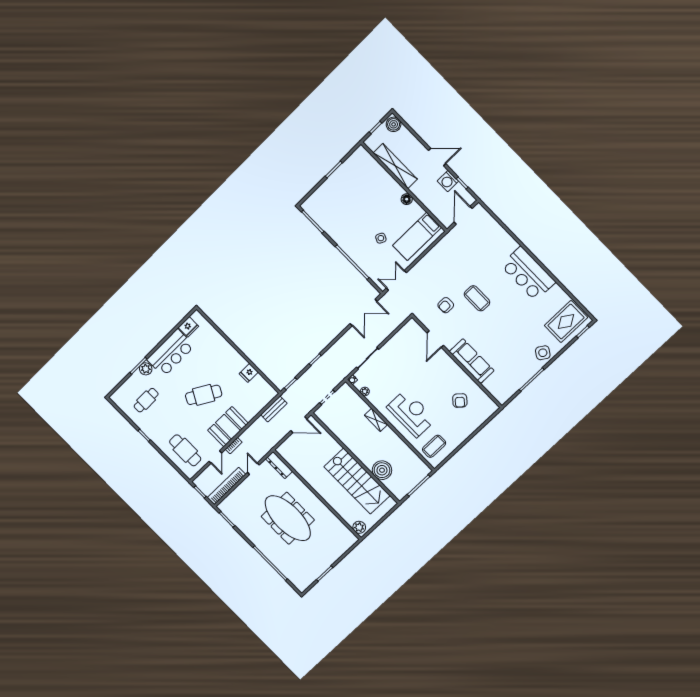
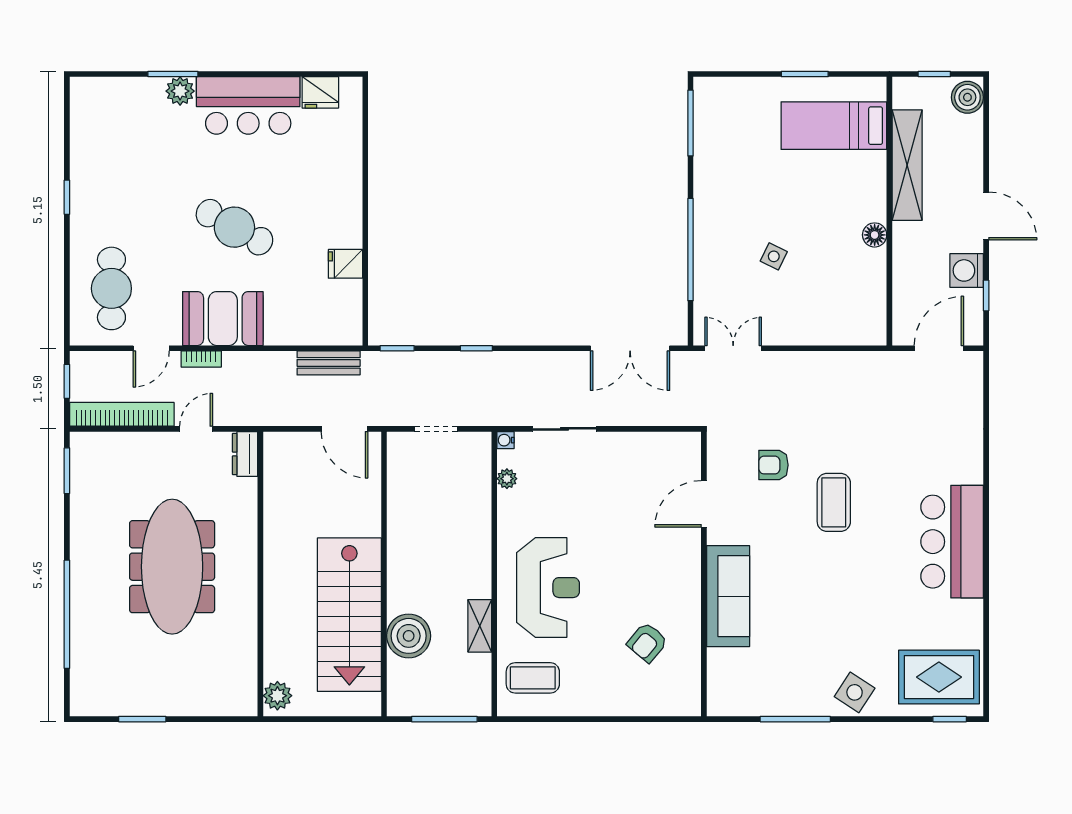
bed: (417, 236) -> (834, 126), moved
cafe table: (146, 400) -> (129, 143), removed
shelving: (376, 420) -> (480, 626), moved
dresser: (279, 465) -> (245, 454), width x0.70

